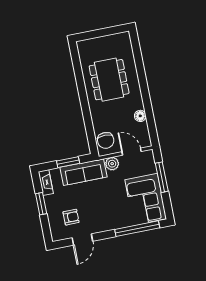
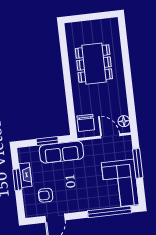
floor lamp: (140, 116) -> (124, 121), moved
plant: (112, 164) -> (90, 146), removed
fireplace: (46, 182) -> (25, 175), moved
armchair: (71, 217) -> (46, 195), turned 180

